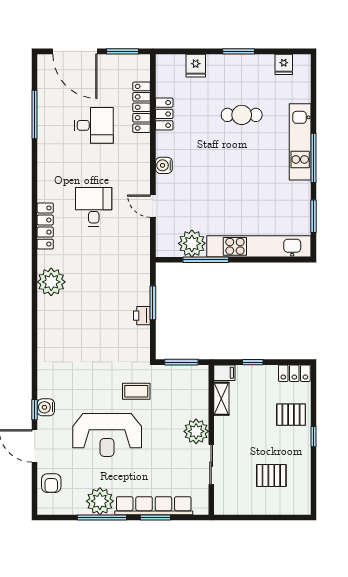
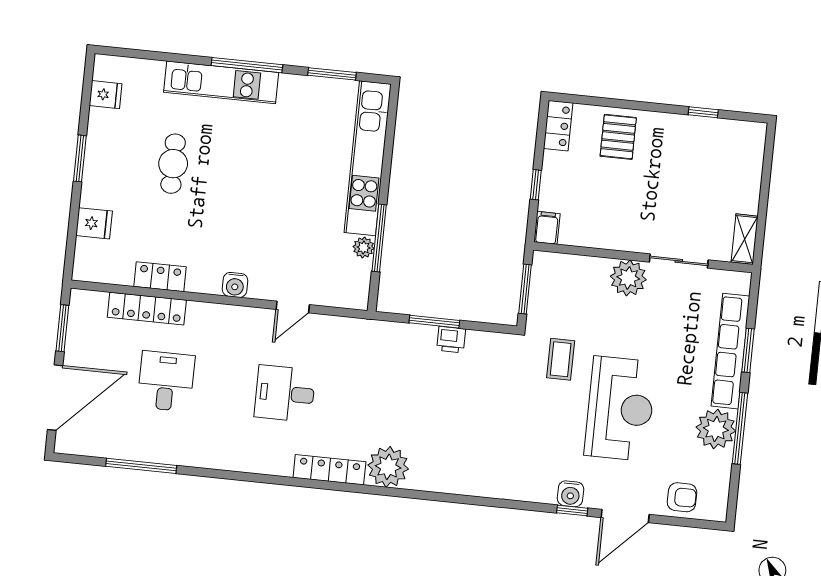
locker: (45, 226) -> (329, 470), moved
plant: (192, 243) -> (364, 247), width x0.53, depth x0.53
shelving: (221, 399) -> (745, 239), moved, turned 90
window: (314, 437) -> (703, 112), moved
pallet: (271, 476) -> (704, 175), removed

